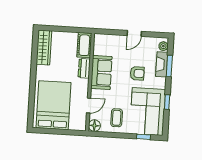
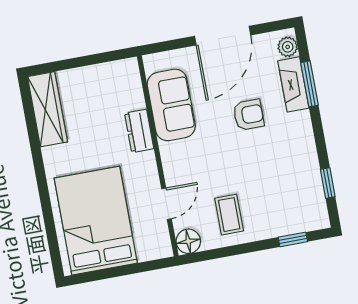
door: (134, 33) -> (223, 36), width x1.88
cot: (84, 45) -> (128, 84), removed
sofa: (101, 73) -> (171, 105), moved
window: (167, 102) -> (328, 183), moved
corner sofa: (148, 111) -> (288, 186), removed

